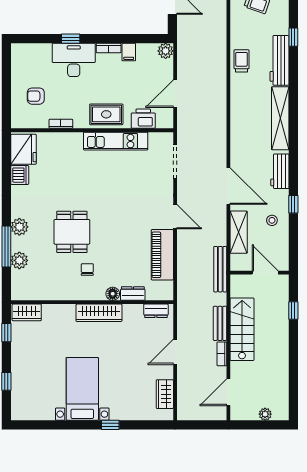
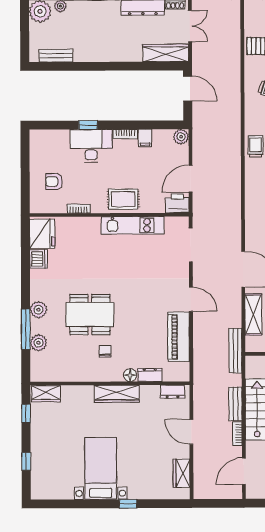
printer: (143, 119) -> (177, 203), moved
dining table: (72, 232) -> (90, 315), width x1.38
door: (175, 352) -> (191, 432), hinge flipped

